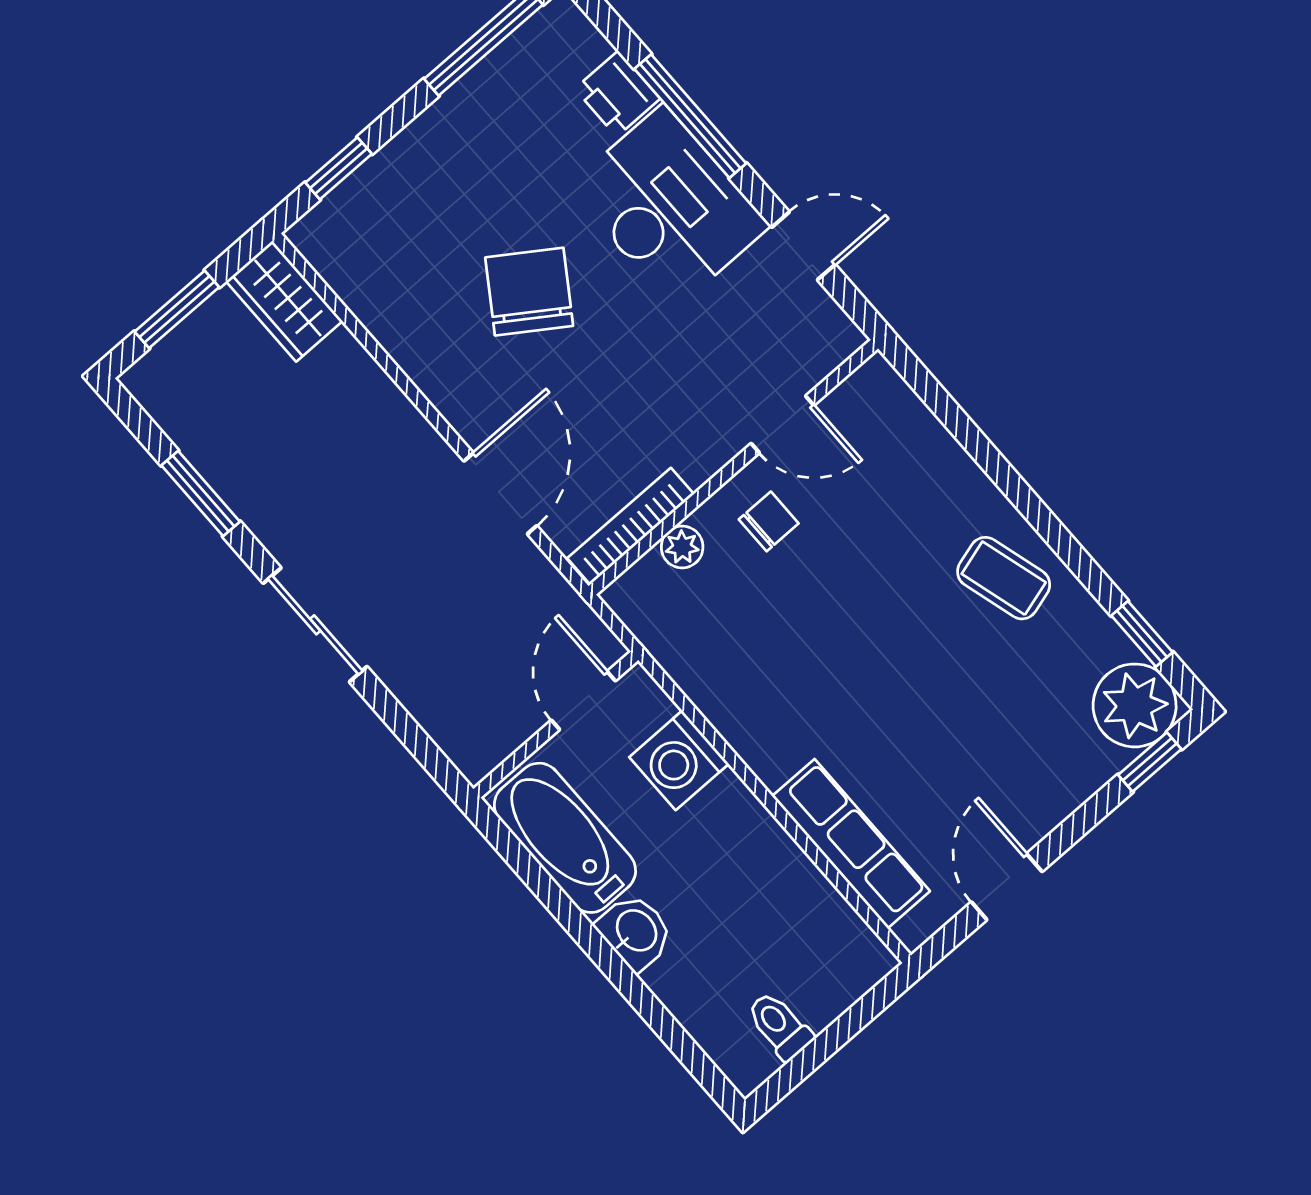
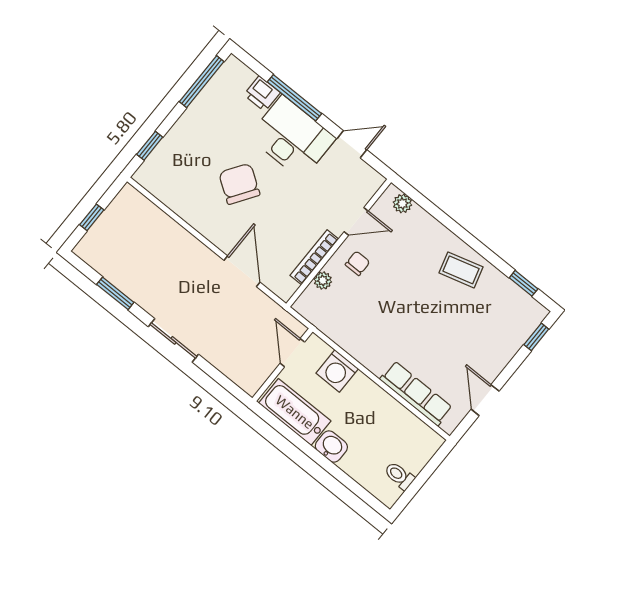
wardrobe: (284, 301) -> (136, 206), removed
window: (177, 309) -> (92, 217), width x0.67
bookcase: (631, 526) -> (314, 257), moved
plant: (1135, 705) -> (402, 204), moved, width x0.53, depth x0.53

